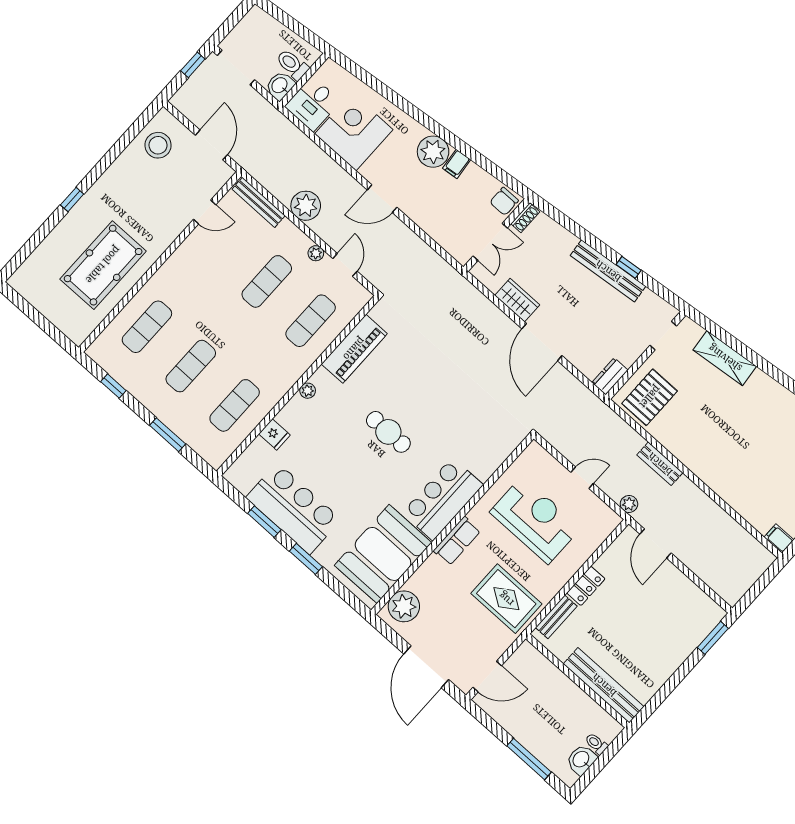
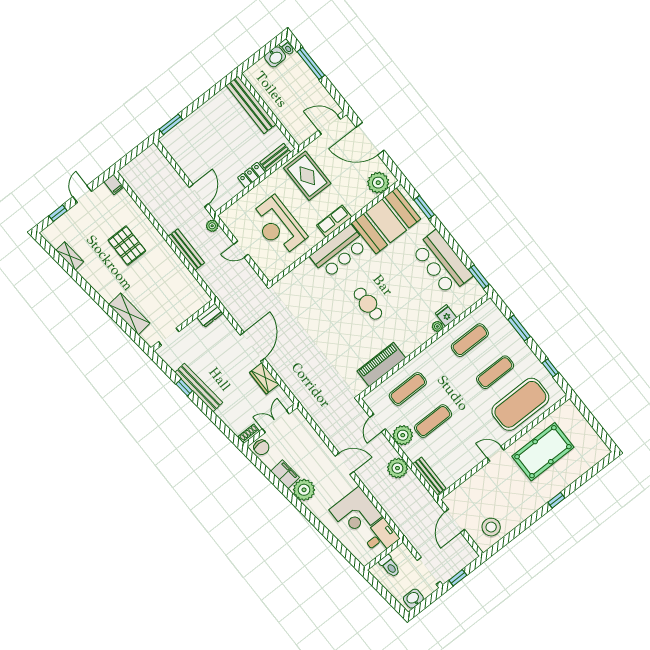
washbasin: (280, 86) -> (413, 599), moved, turned 180
filing cabinet: (457, 164) -> (285, 474), width x2.00
chair: (504, 201) -> (261, 447), turned 90
door: (205, 212) -> (495, 454), moved
plant: (316, 253) -> (403, 435), width x1.88, depth x1.88
exercise mat: (147, 327) -> (520, 404), width x2.00, depth x1.45
plant: (308, 391) -> (437, 326), moved
pallet: (650, 397) -> (127, 246), moved, turned 90
bench: (660, 464) -> (186, 250), width x1.36
window: (264, 522) -> (479, 277), moved
window: (306, 559) -> (424, 207), moved
door: (426, 667) -> (370, 139), swing flipped
toilet: (596, 744) -> (287, 47), moved

